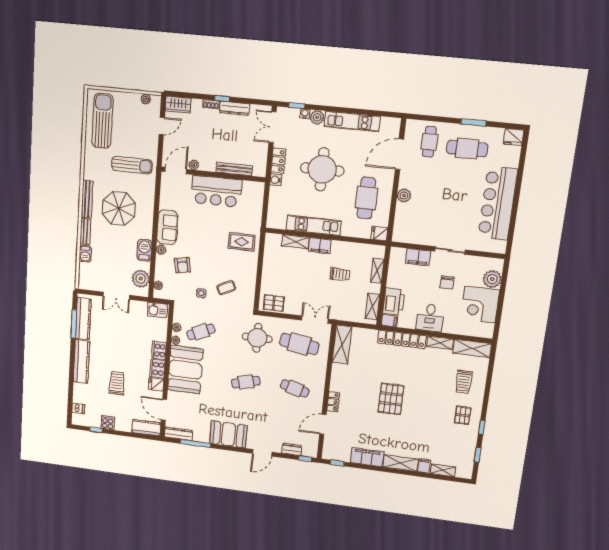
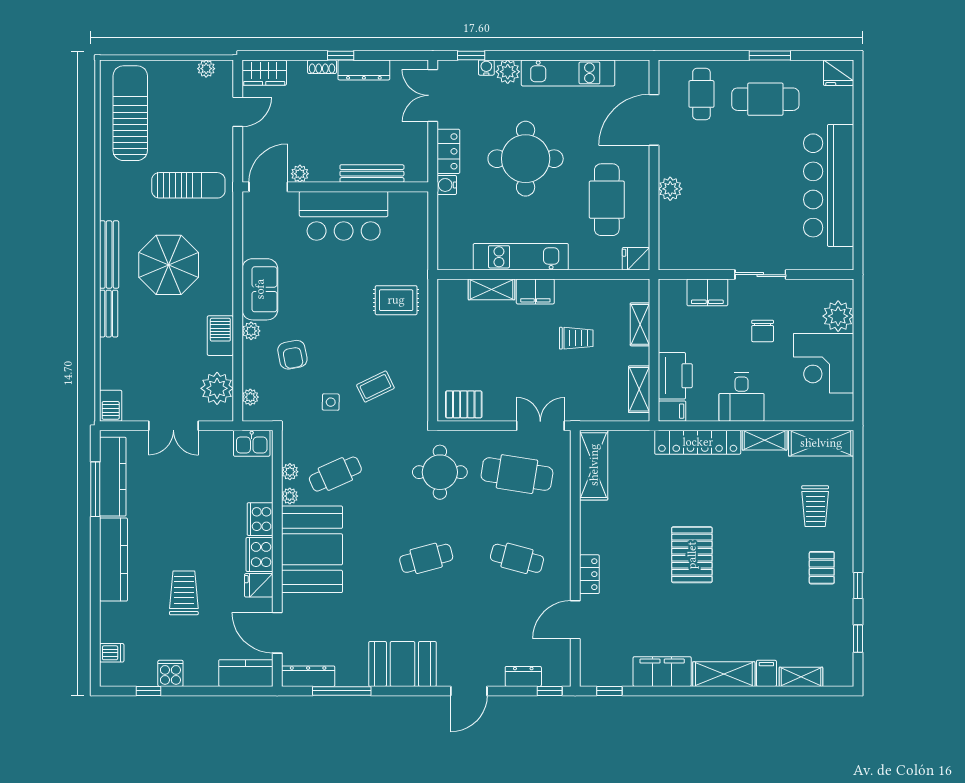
barbecue: (85, 254) -> (111, 406), moved

